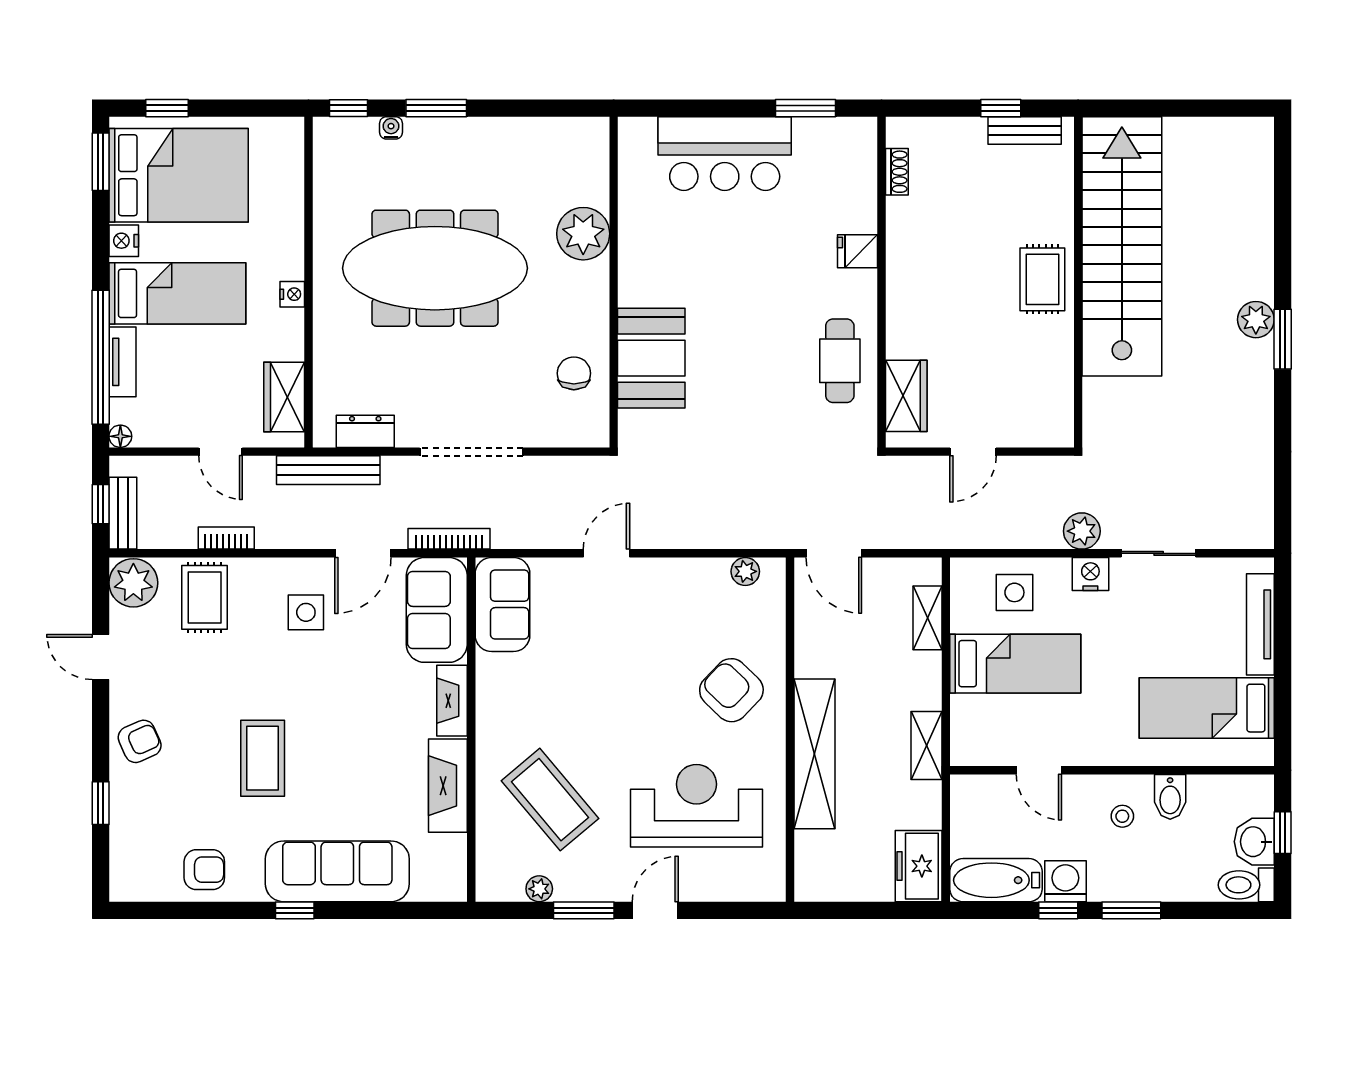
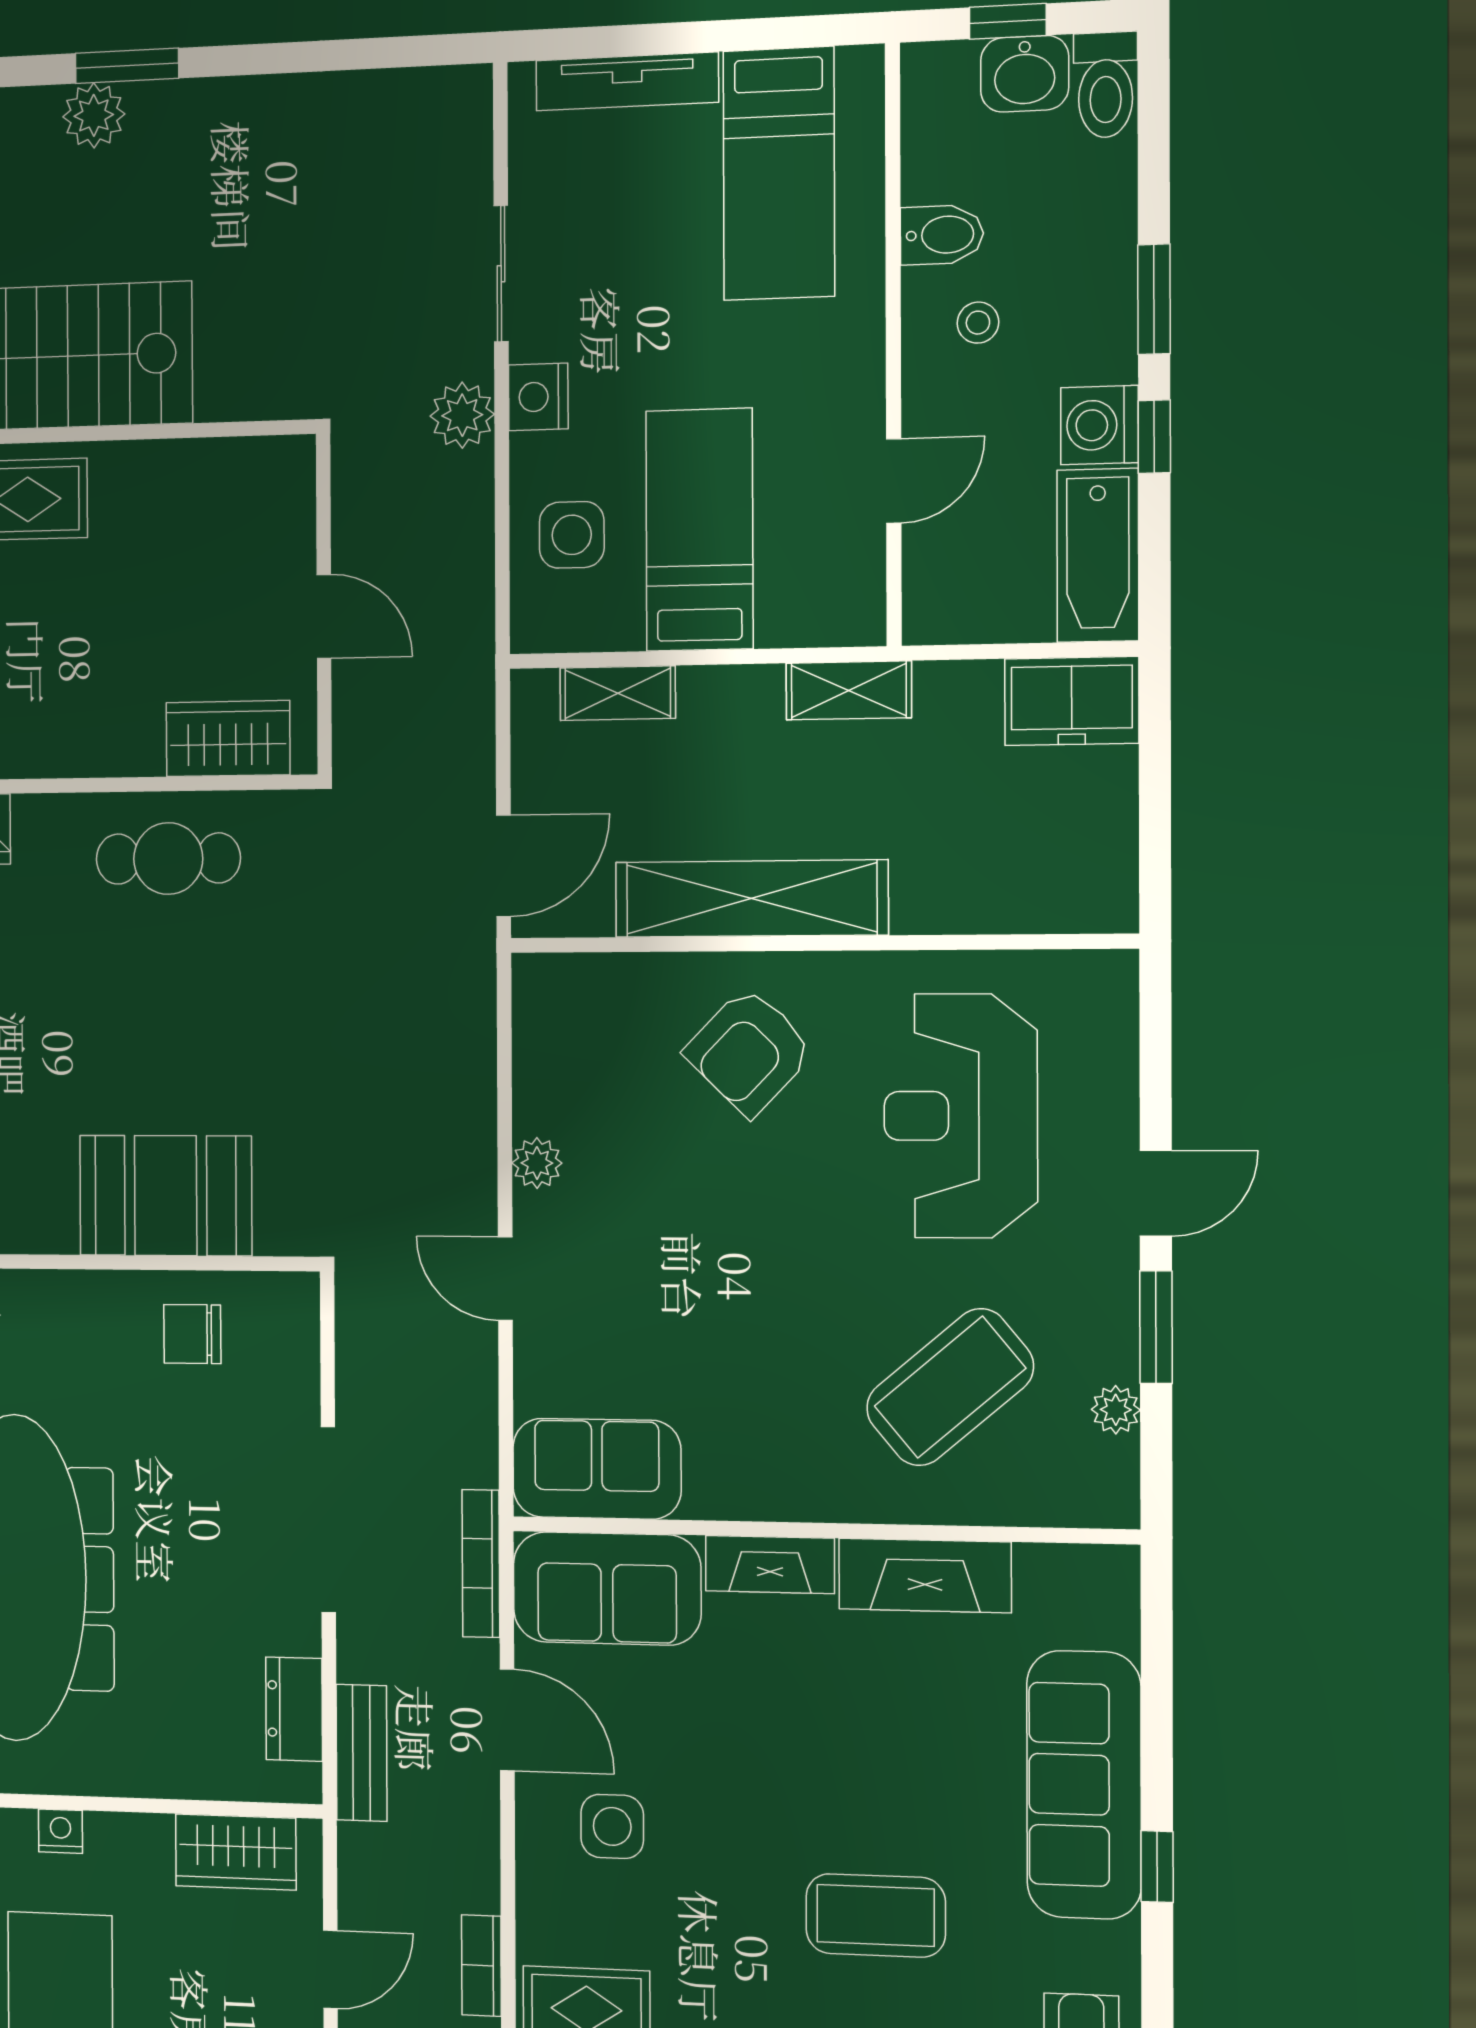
bench: (328, 470) -> (362, 1753), width x0.73
plant: (745, 571) -> (537, 1163), moved
shelving: (814, 754) -> (751, 899), moved
door: (655, 910) -> (1156, 1193), swing flipped

